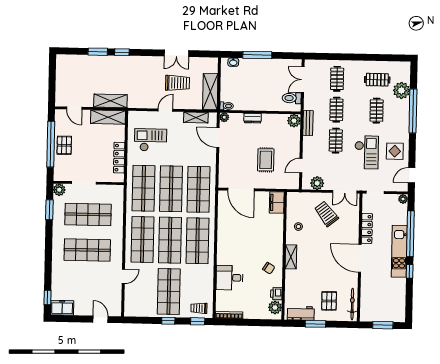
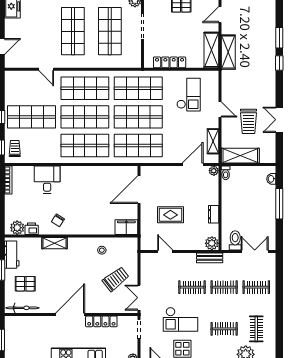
dresser: (253, 118) -> (214, 214), moved
plant: (317, 183) -> (147, 269), removed
shelving: (291, 257) -> (54, 243), moved

